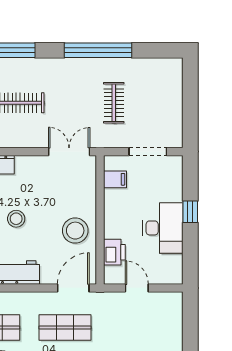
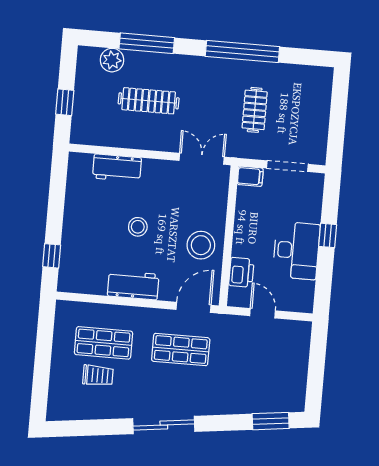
filing cabinet: (115, 179) -> (250, 176), moved

